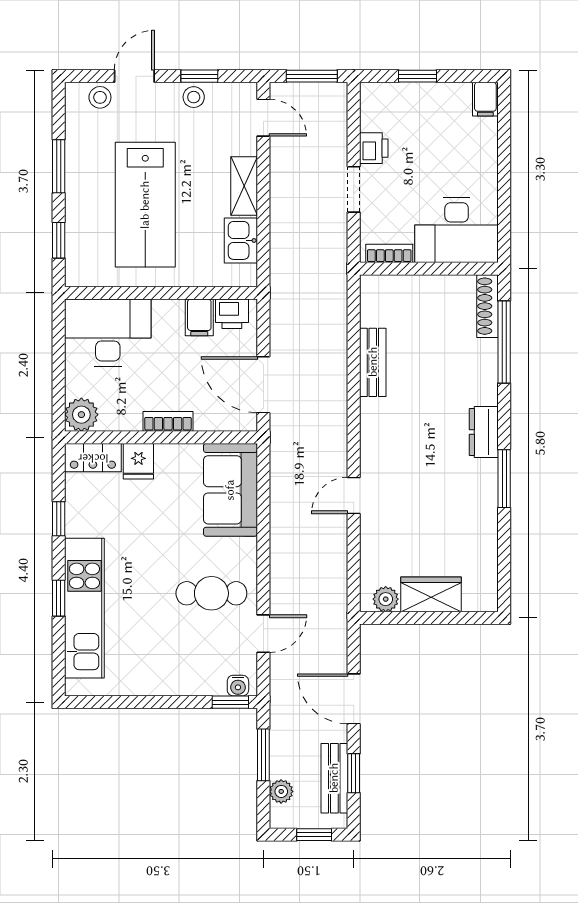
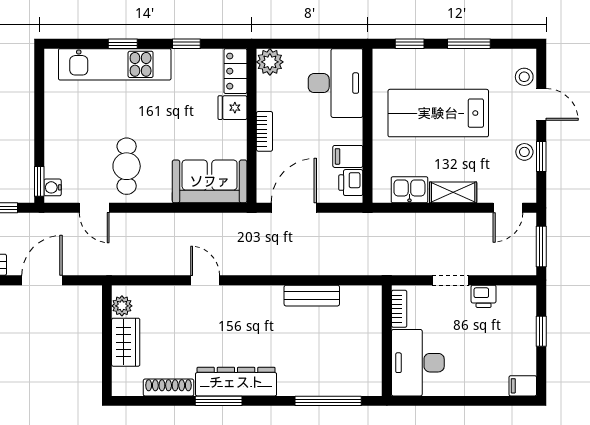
shoe rack: (488, 306) -> (169, 388), moved
dresser: (484, 432) -> (236, 382), width x1.96, depth x1.24

